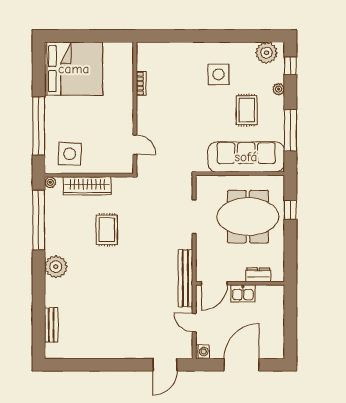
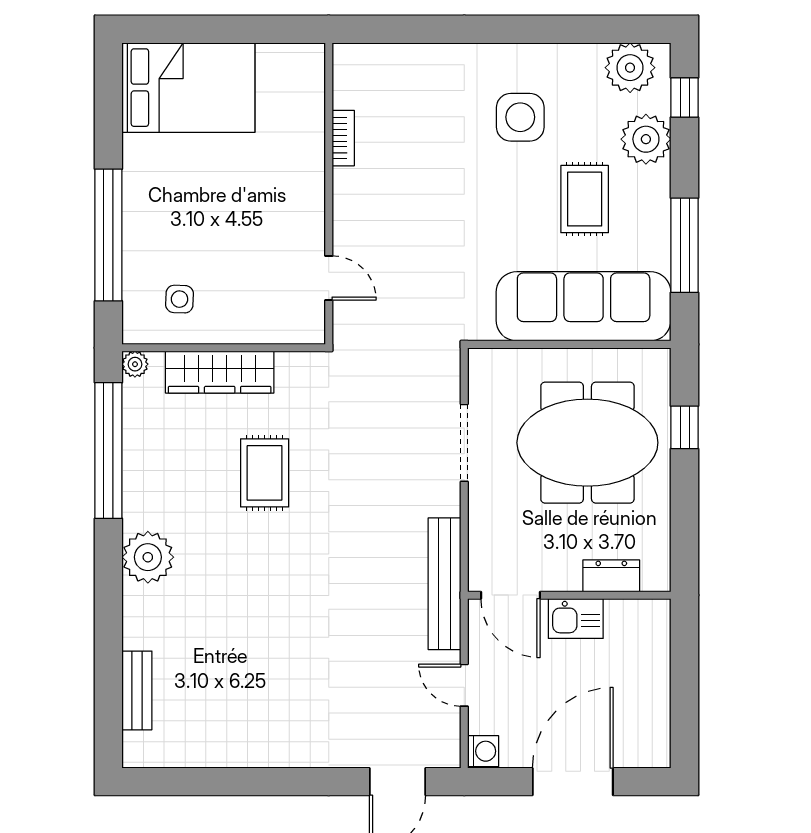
bed: (74, 69) -> (188, 88), width x0.73
plant: (279, 89) -> (646, 139), width x1.88, depth x1.88
side table: (70, 154) -> (180, 299), width x0.54, depth x0.54
door: (214, 283) -> (510, 595), hinge flipped

